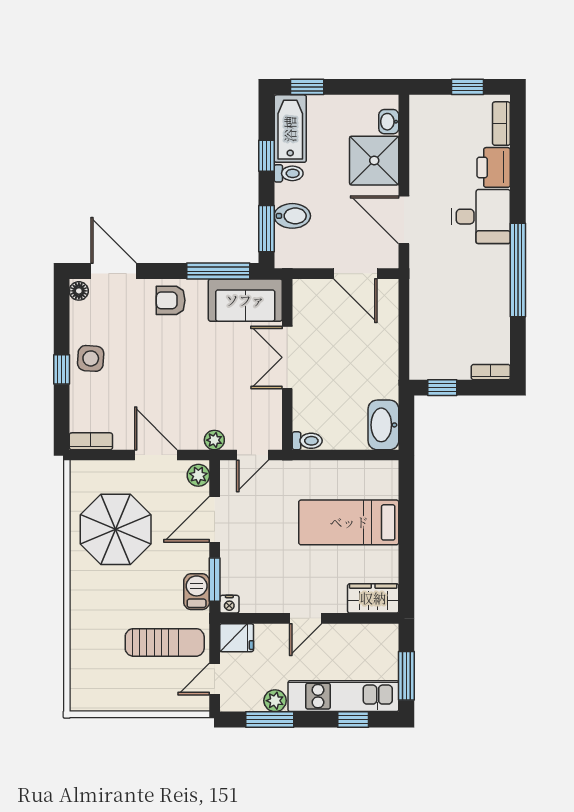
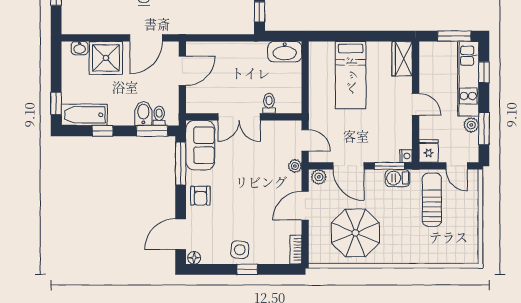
toilet: (289, 173) -> (159, 116), moved
toilet: (307, 441) -> (269, 103), moved

